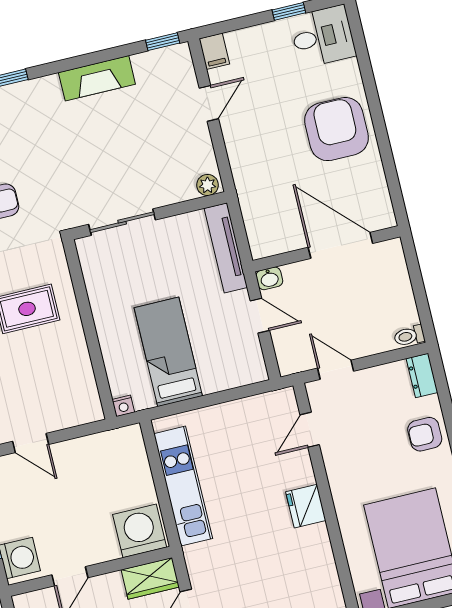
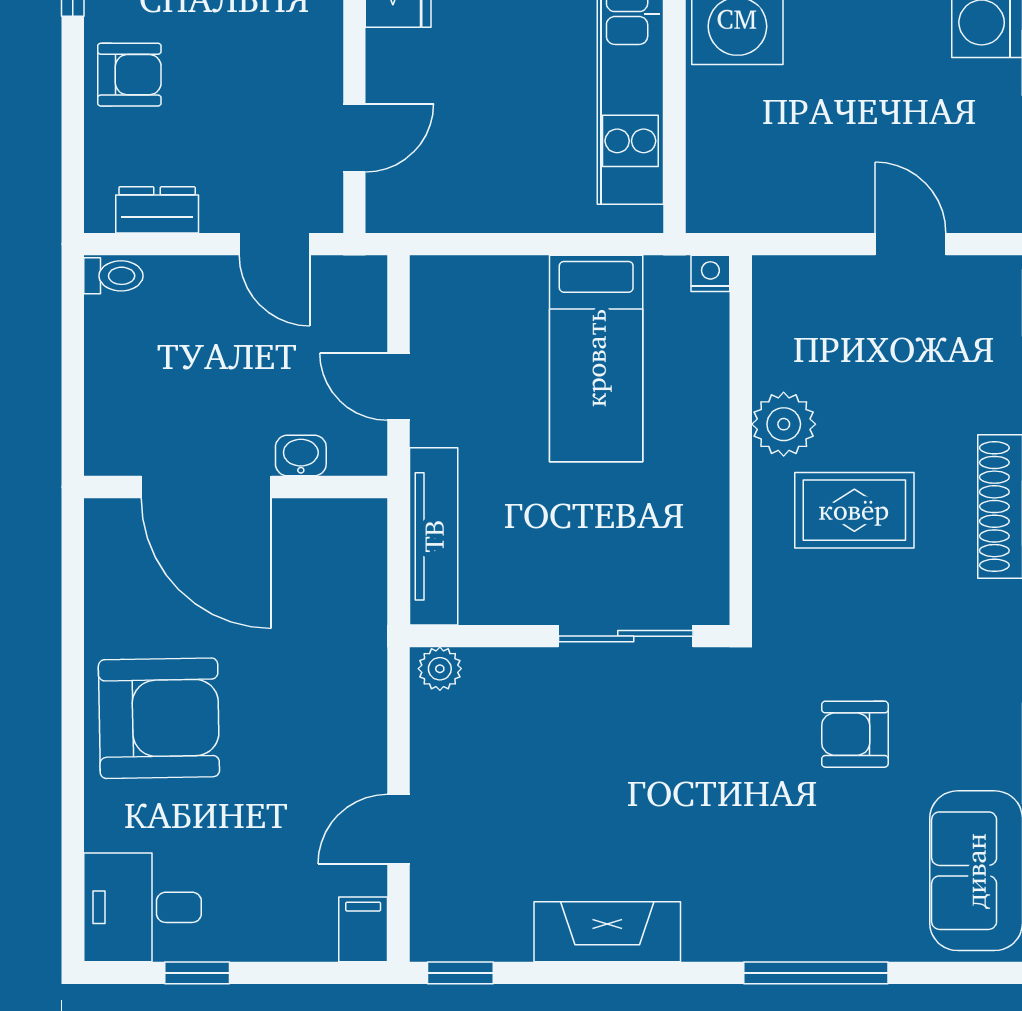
armchair: (337, 129) -> (159, 718), turned -91
washbasin: (269, 278) -> (301, 455), moved
plant: (71, 342) -> (784, 424), added
dresser: (422, 375) -> (157, 210), moved, turned -90

